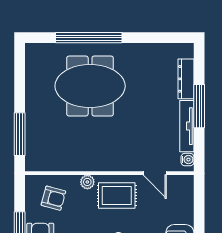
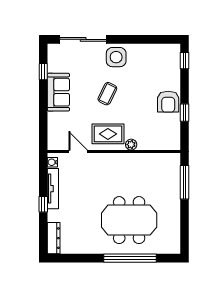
dresser: (186, 79) -> (54, 238), moved
window: (199, 106) -> (43, 204), width x0.46
armchair: (53, 198) -> (158, 132), removed

